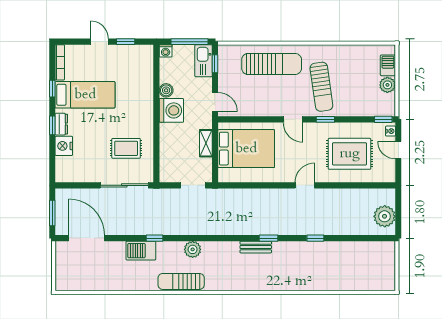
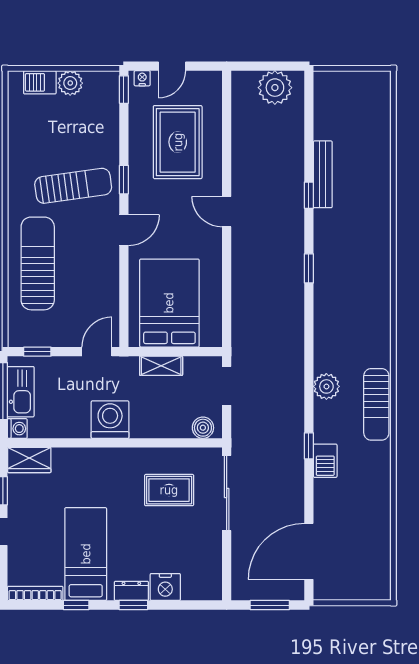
wardrobe: (145, 59) -> (29, 460), added
kitchen sink: (204, 61) -> (21, 392), moved, turned -90
boiler: (166, 90) -> (203, 428), moved
rug: (126, 148) -> (169, 490), turned 90
bench: (256, 247) -> (323, 174), moved, width x1.36
barbecue: (141, 251) -> (325, 461), width x0.73, depth x0.79

